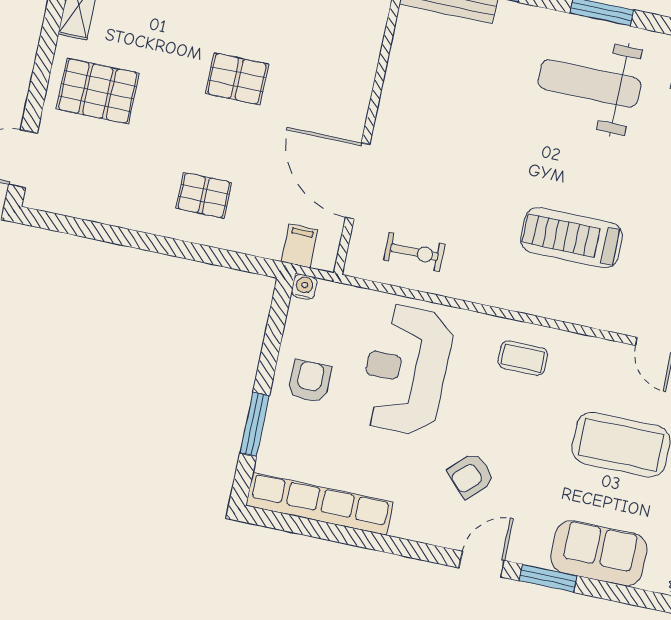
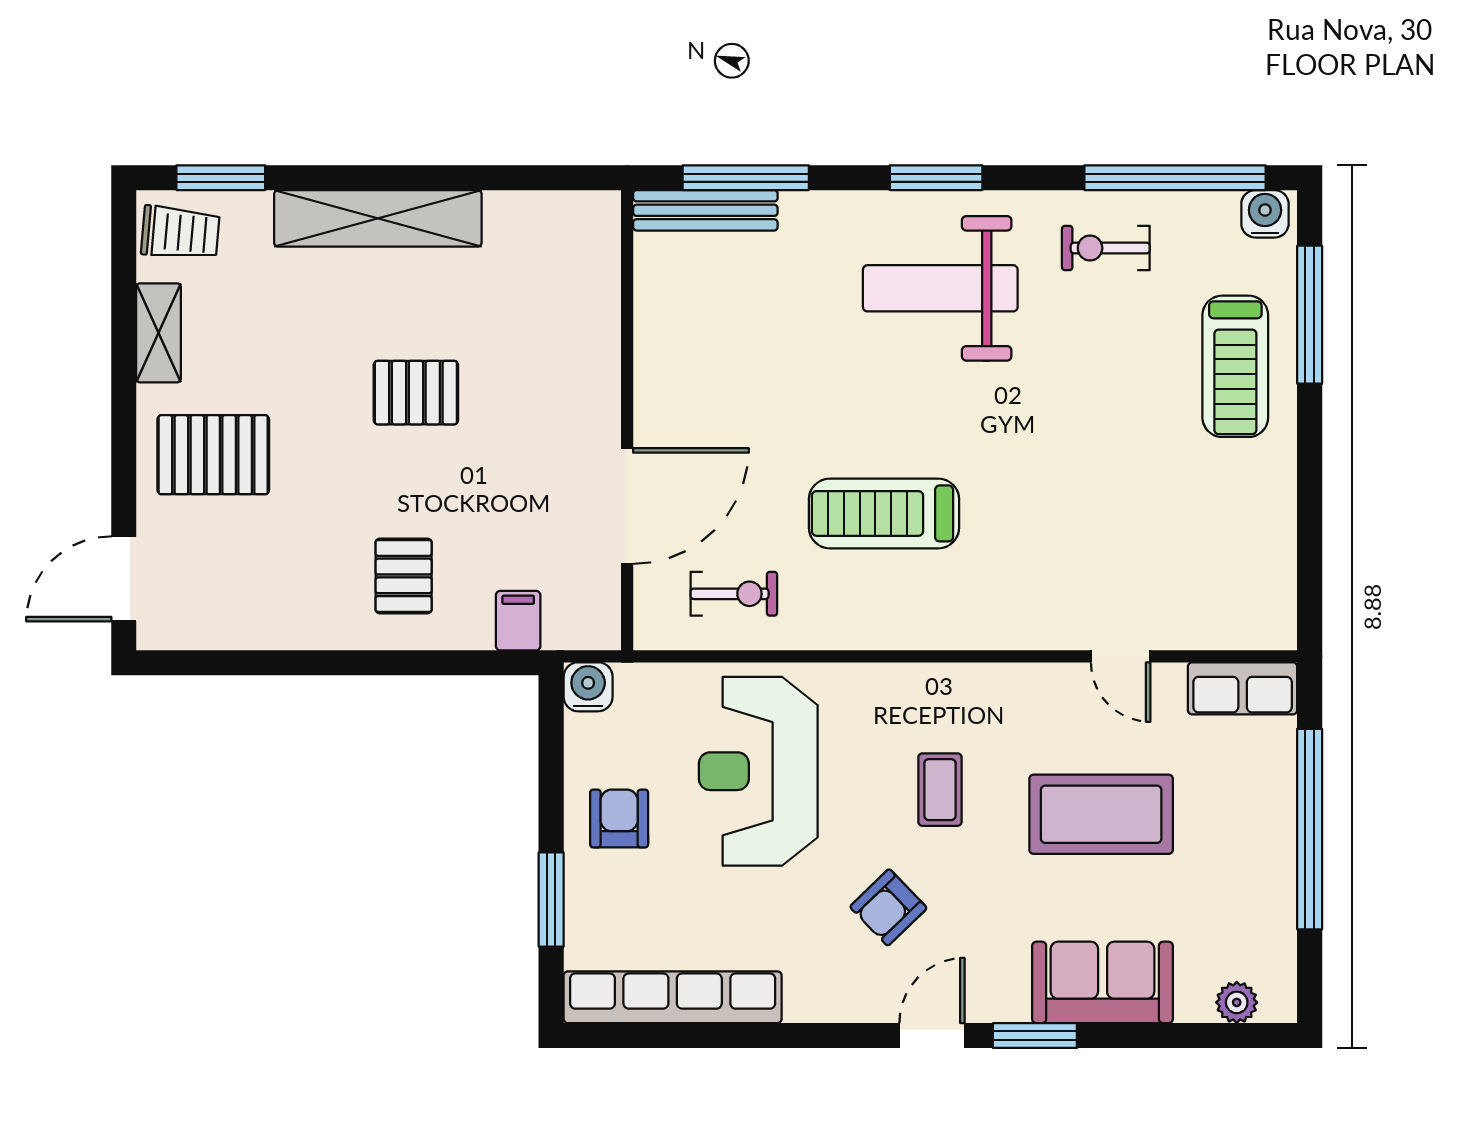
door: (358, 181) -> (627, 506), swing flipped
pallet: (204, 195) -> (404, 576), turned 90
treadmill: (572, 238) -> (884, 513), moved
filing cabinet: (300, 246) -> (518, 621), moved
water cooler: (304, 287) -> (588, 687), width x1.38, depth x1.38
coffee table: (523, 358) -> (940, 790), moved, turned 90

